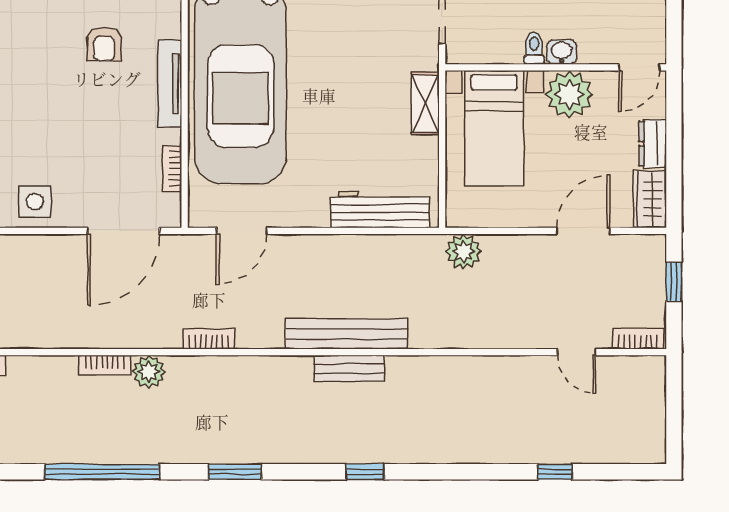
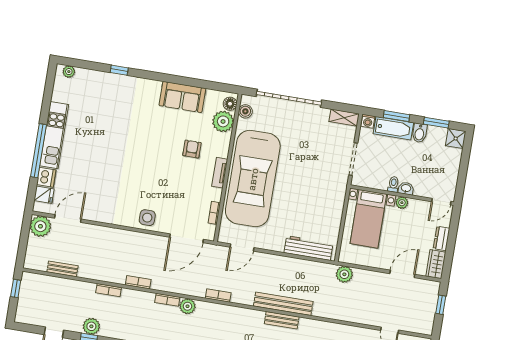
armchair: (104, 44) -> (192, 149), turned 180
tv unit: (170, 83) -> (220, 173), width x0.71
plant: (569, 94) -> (402, 203), width x0.53, depth x0.53
shelving: (425, 104) -> (338, 202), removed
bookcase: (638, 339) -> (138, 282), moved

